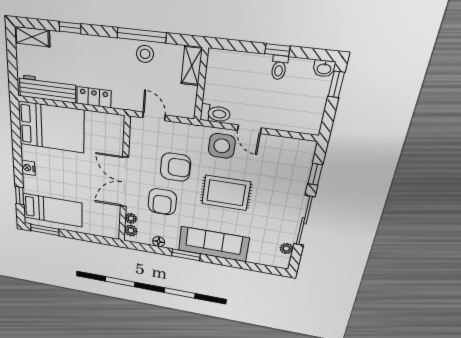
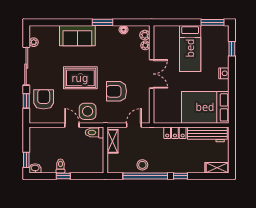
window: (70, 28) -> (181, 176), moved
window: (142, 35) -> (145, 176), width x1.46
shelving: (192, 66) -> (113, 141), moved
door: (154, 116) -> (134, 125), swing flipped
double door: (124, 182) -> (152, 74), width x0.73
armchair: (162, 202) -> (44, 99), moved
bed: (52, 210) -> (190, 48), moved, turned -90
sofa: (213, 244) -> (77, 36), width x0.73

